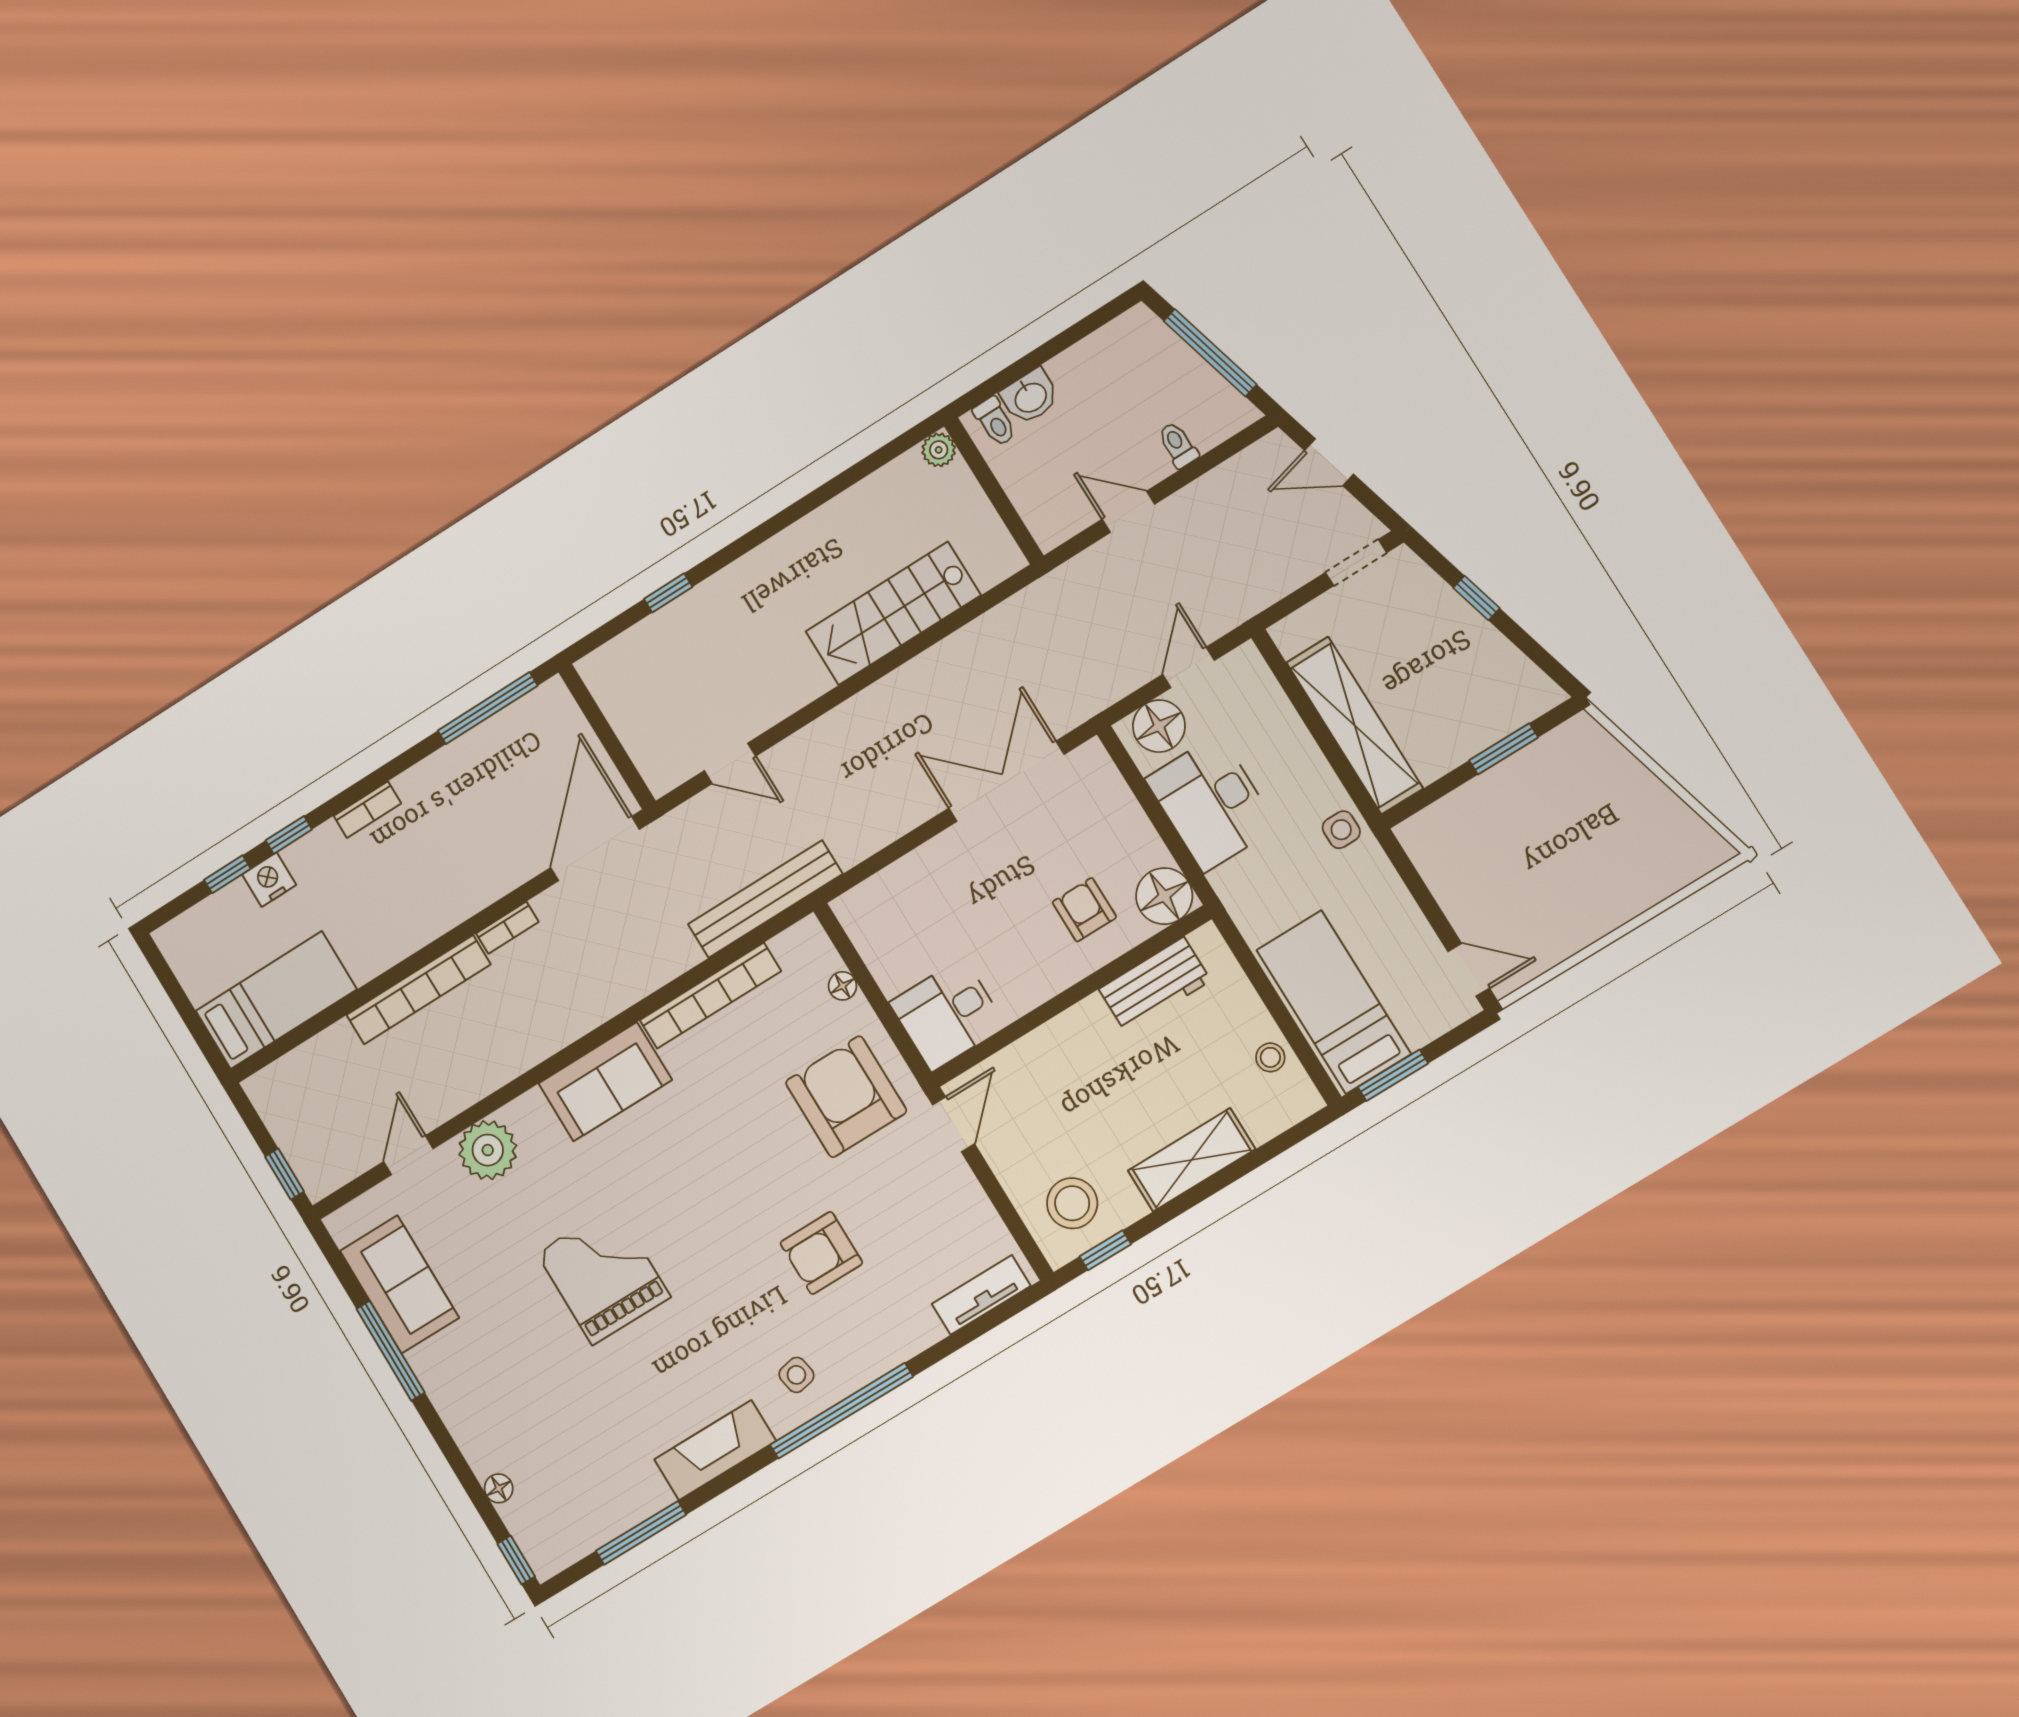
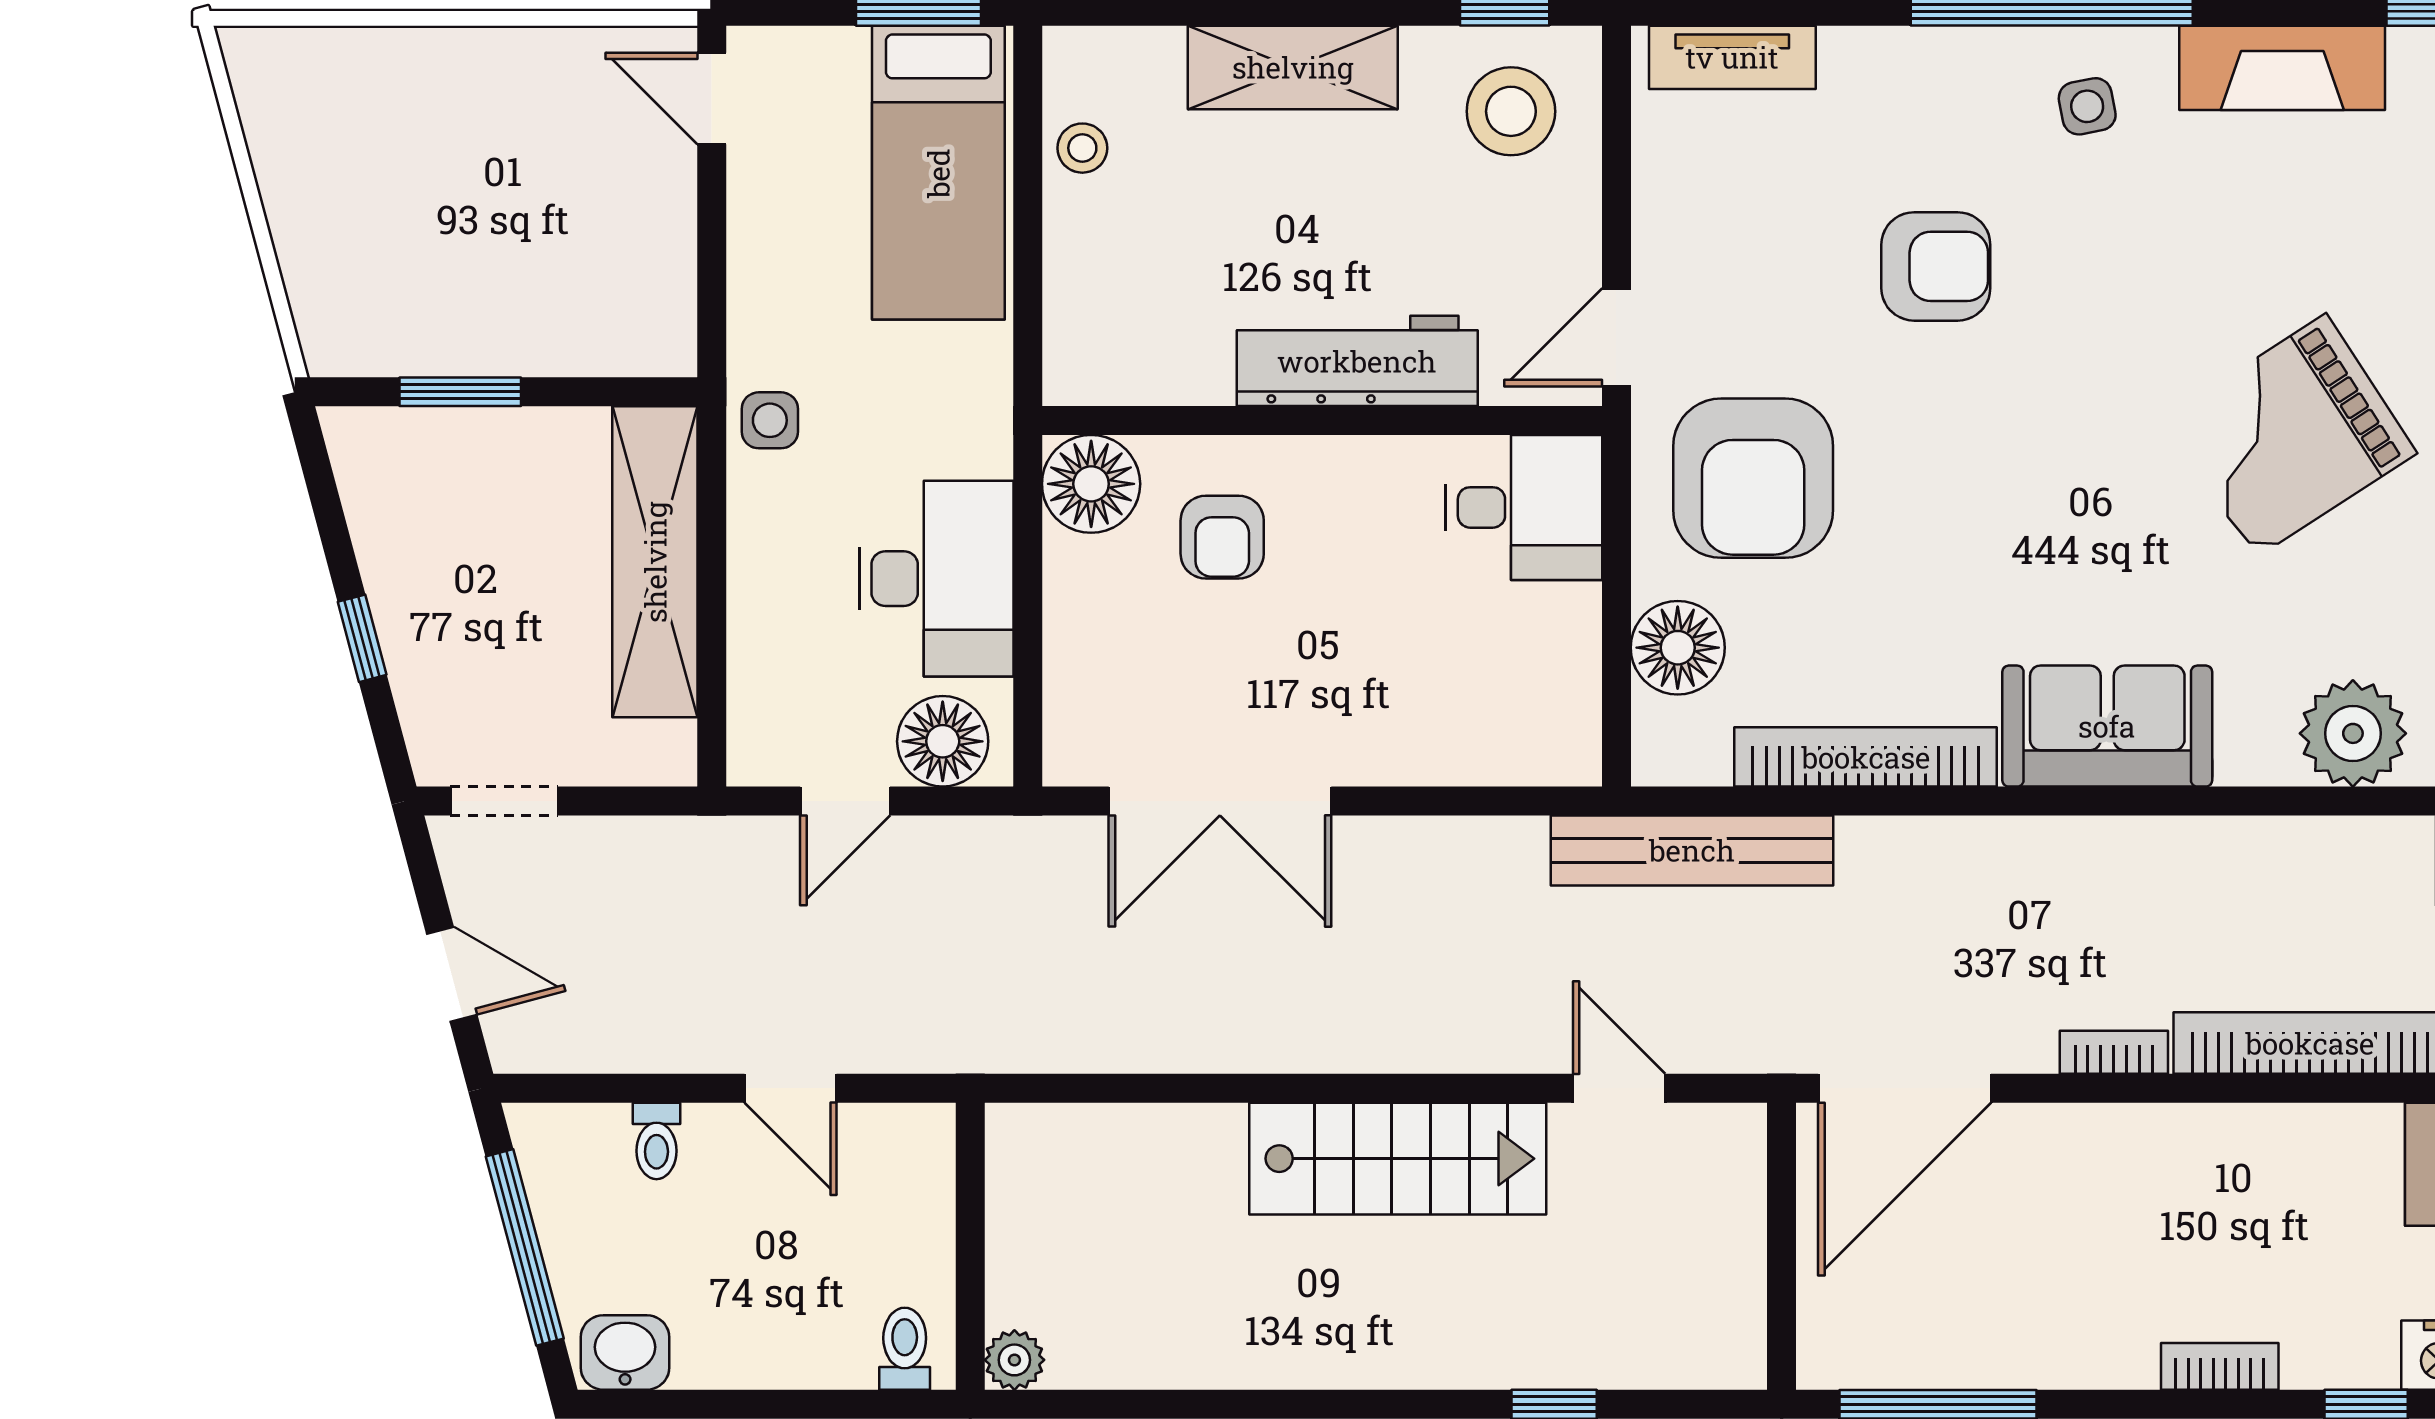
washbasin: (1030, 397) -> (625, 1352), moved
stairs: (893, 613) -> (1398, 1159), moved
workbench: (1155, 985) -> (1357, 361), moved, width x1.38
floor lamp: (843, 986) -> (1678, 648), width x1.89, depth x1.89
grand piano: (603, 1275) -> (2291, 436), turned 57

